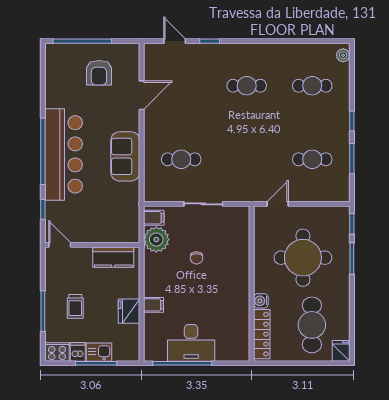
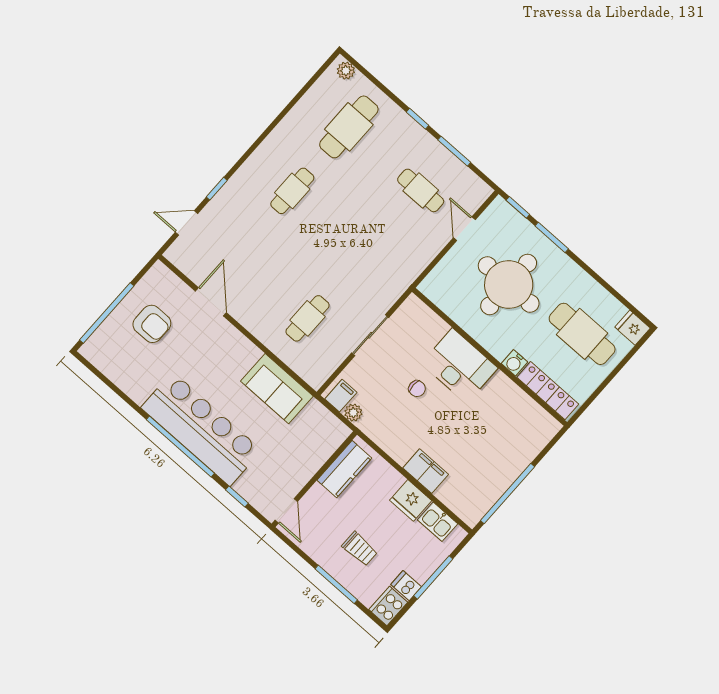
cafe table: (312, 86) -> (349, 127), width x1.37, depth x1.35
sofa: (125, 156) -> (277, 389), moved
cafe table: (312, 159) -> (421, 190), turned 90
door: (278, 204) -> (464, 229), moved
plant: (156, 239) -> (353, 413), width x0.53, depth x0.53
door: (60, 245) -> (286, 511), swing flipped
filing cabinet: (153, 305) -> (426, 471), width x2.00
desk: (191, 343) -> (459, 366), moved, turned -90
kitchen sink: (99, 352) -> (438, 522), moved, turned -90

